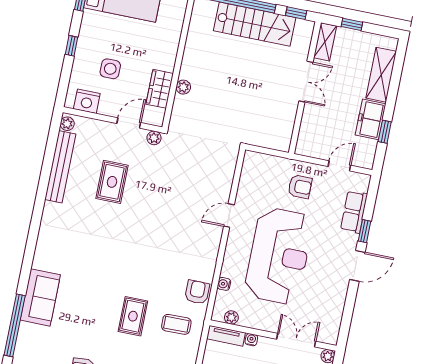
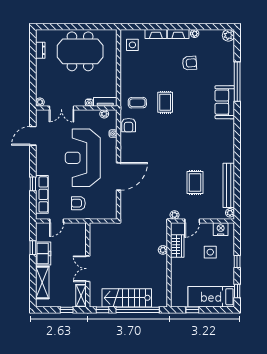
row of seats: (354, 212) -> (42, 194), width x1.48
door: (229, 216) -> (119, 176), width x1.88
door: (357, 266) -> (33, 136), moved

